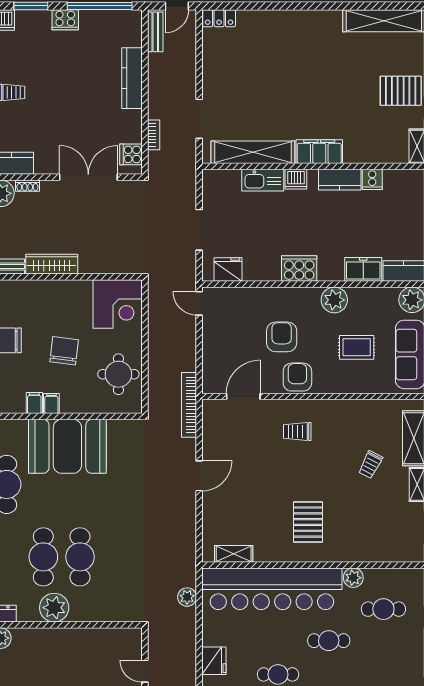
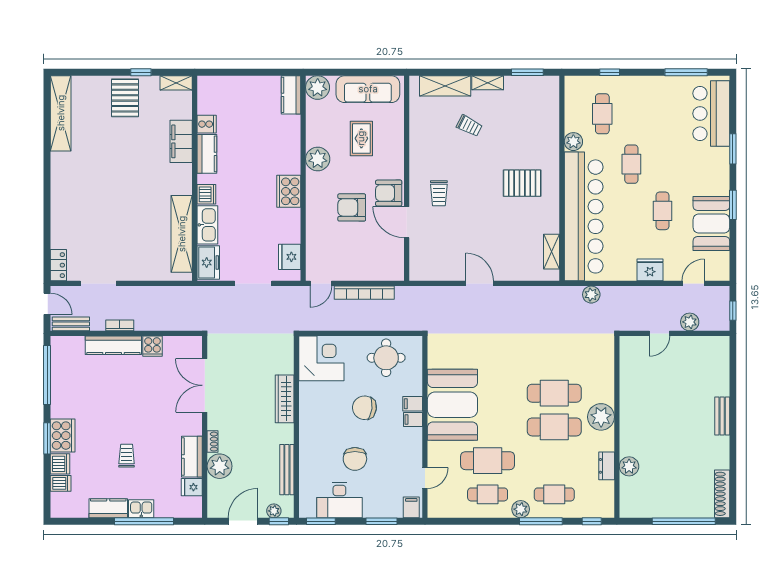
cooker: (65, 20) -> (63, 436), moved, width x1.37, depth x1.31
doorway: (199, 119) -> (98, 283), moved
bookcase: (154, 135) -> (120, 325), moved
filing cabinet: (319, 152) -> (181, 141), moved
cooker: (131, 154) -> (152, 346), moved
wardrobe: (52, 264) -> (285, 399), moved
freezer: (363, 269) -> (208, 263), moved, turned 180
door: (243, 397) -> (407, 222), moved
filing cabinet: (34, 403) -> (413, 404), moved
bookcase: (189, 405) -> (364, 293), moved

